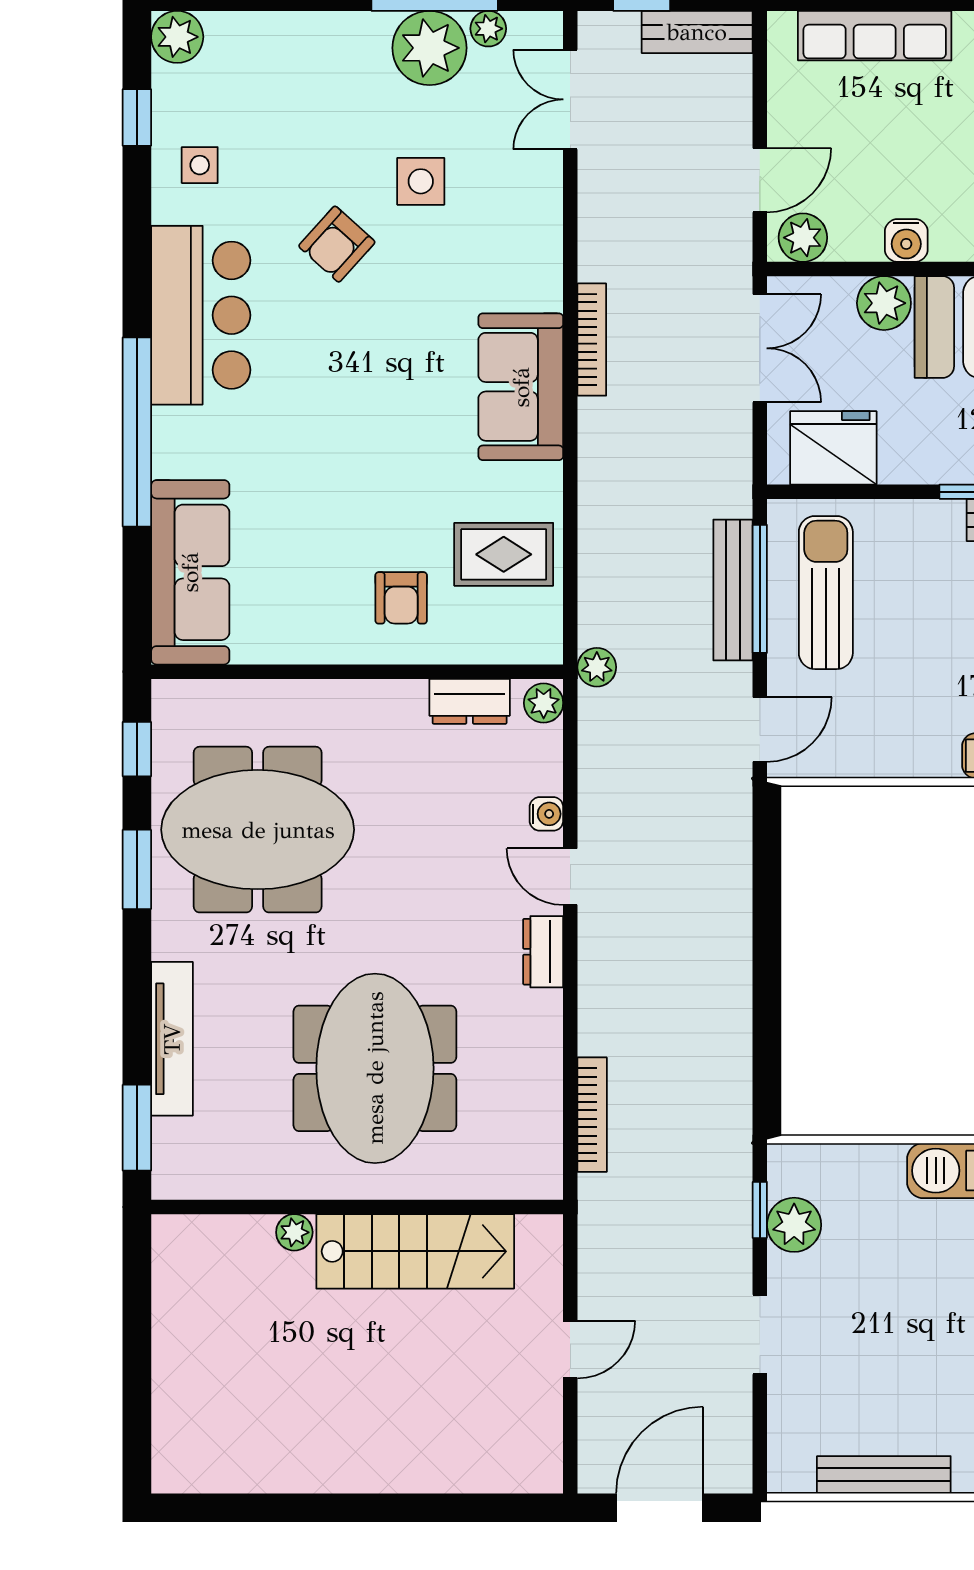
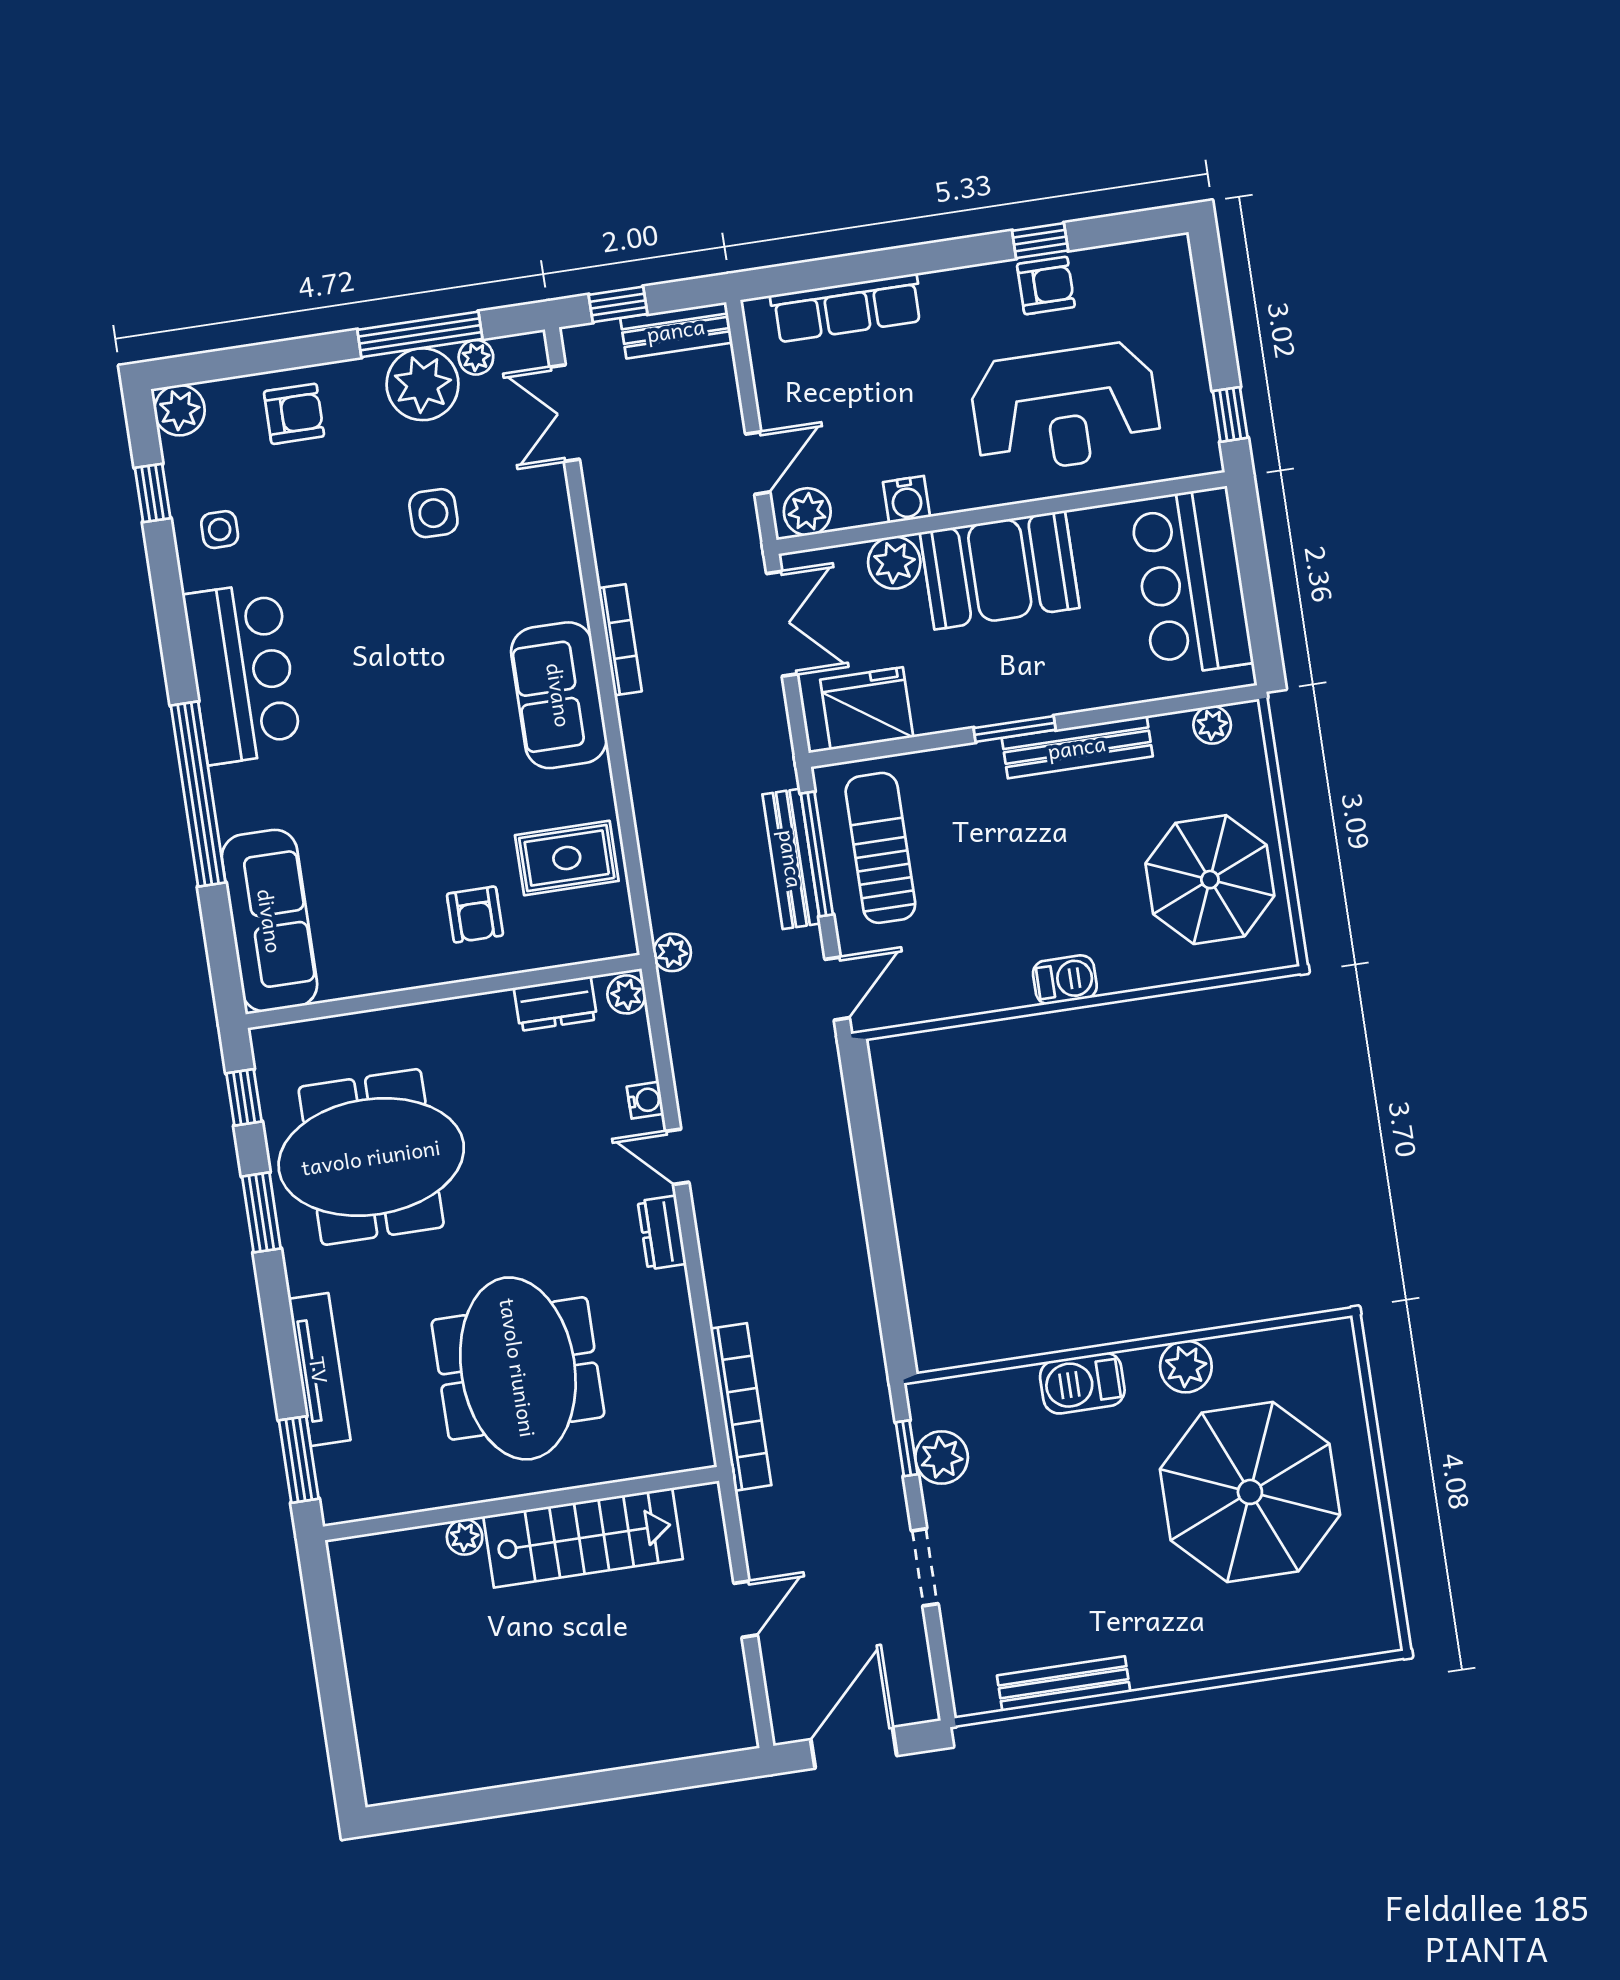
armchair: (337, 244) -> (294, 414), moved, turned -132
bookcase: (592, 1115) -> (741, 1407), width x1.48, depth x1.31

